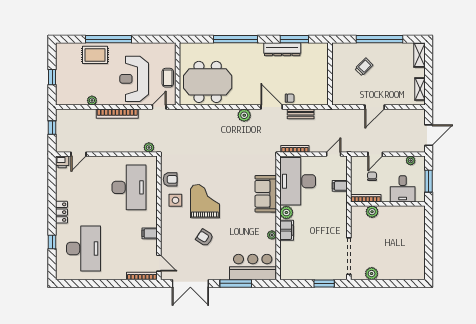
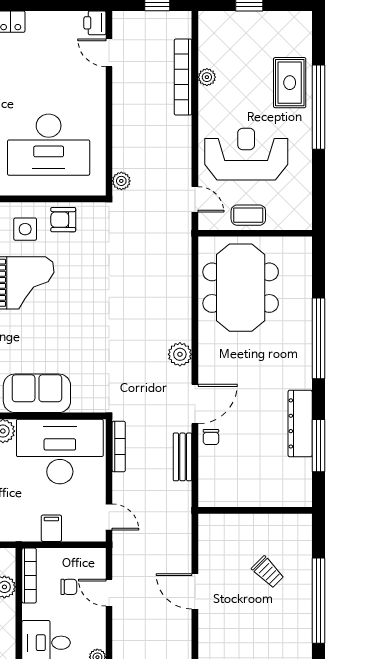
bookcase: (117, 114) -> (183, 77), moved
armchair: (170, 179) -> (63, 220), turned 90

